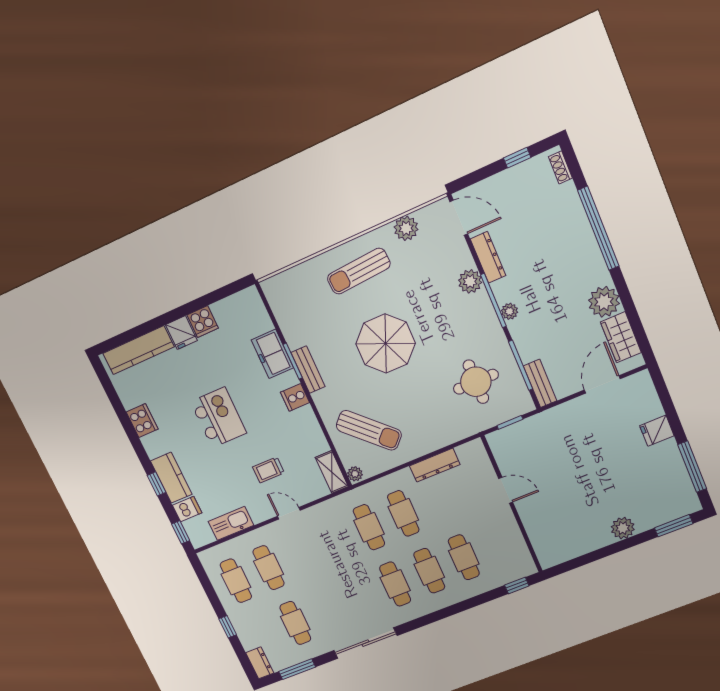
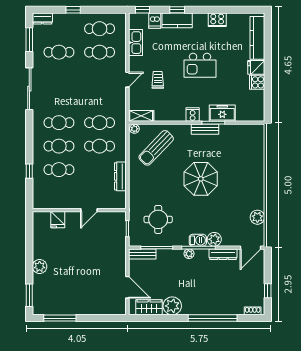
sun lounger: (359, 271) -> (246, 182), removed
barbecue: (482, 307) -> (198, 240), added
fridge: (657, 431) -> (58, 220), moved, turned 180
window: (517, 585) -> (29, 171), moved

